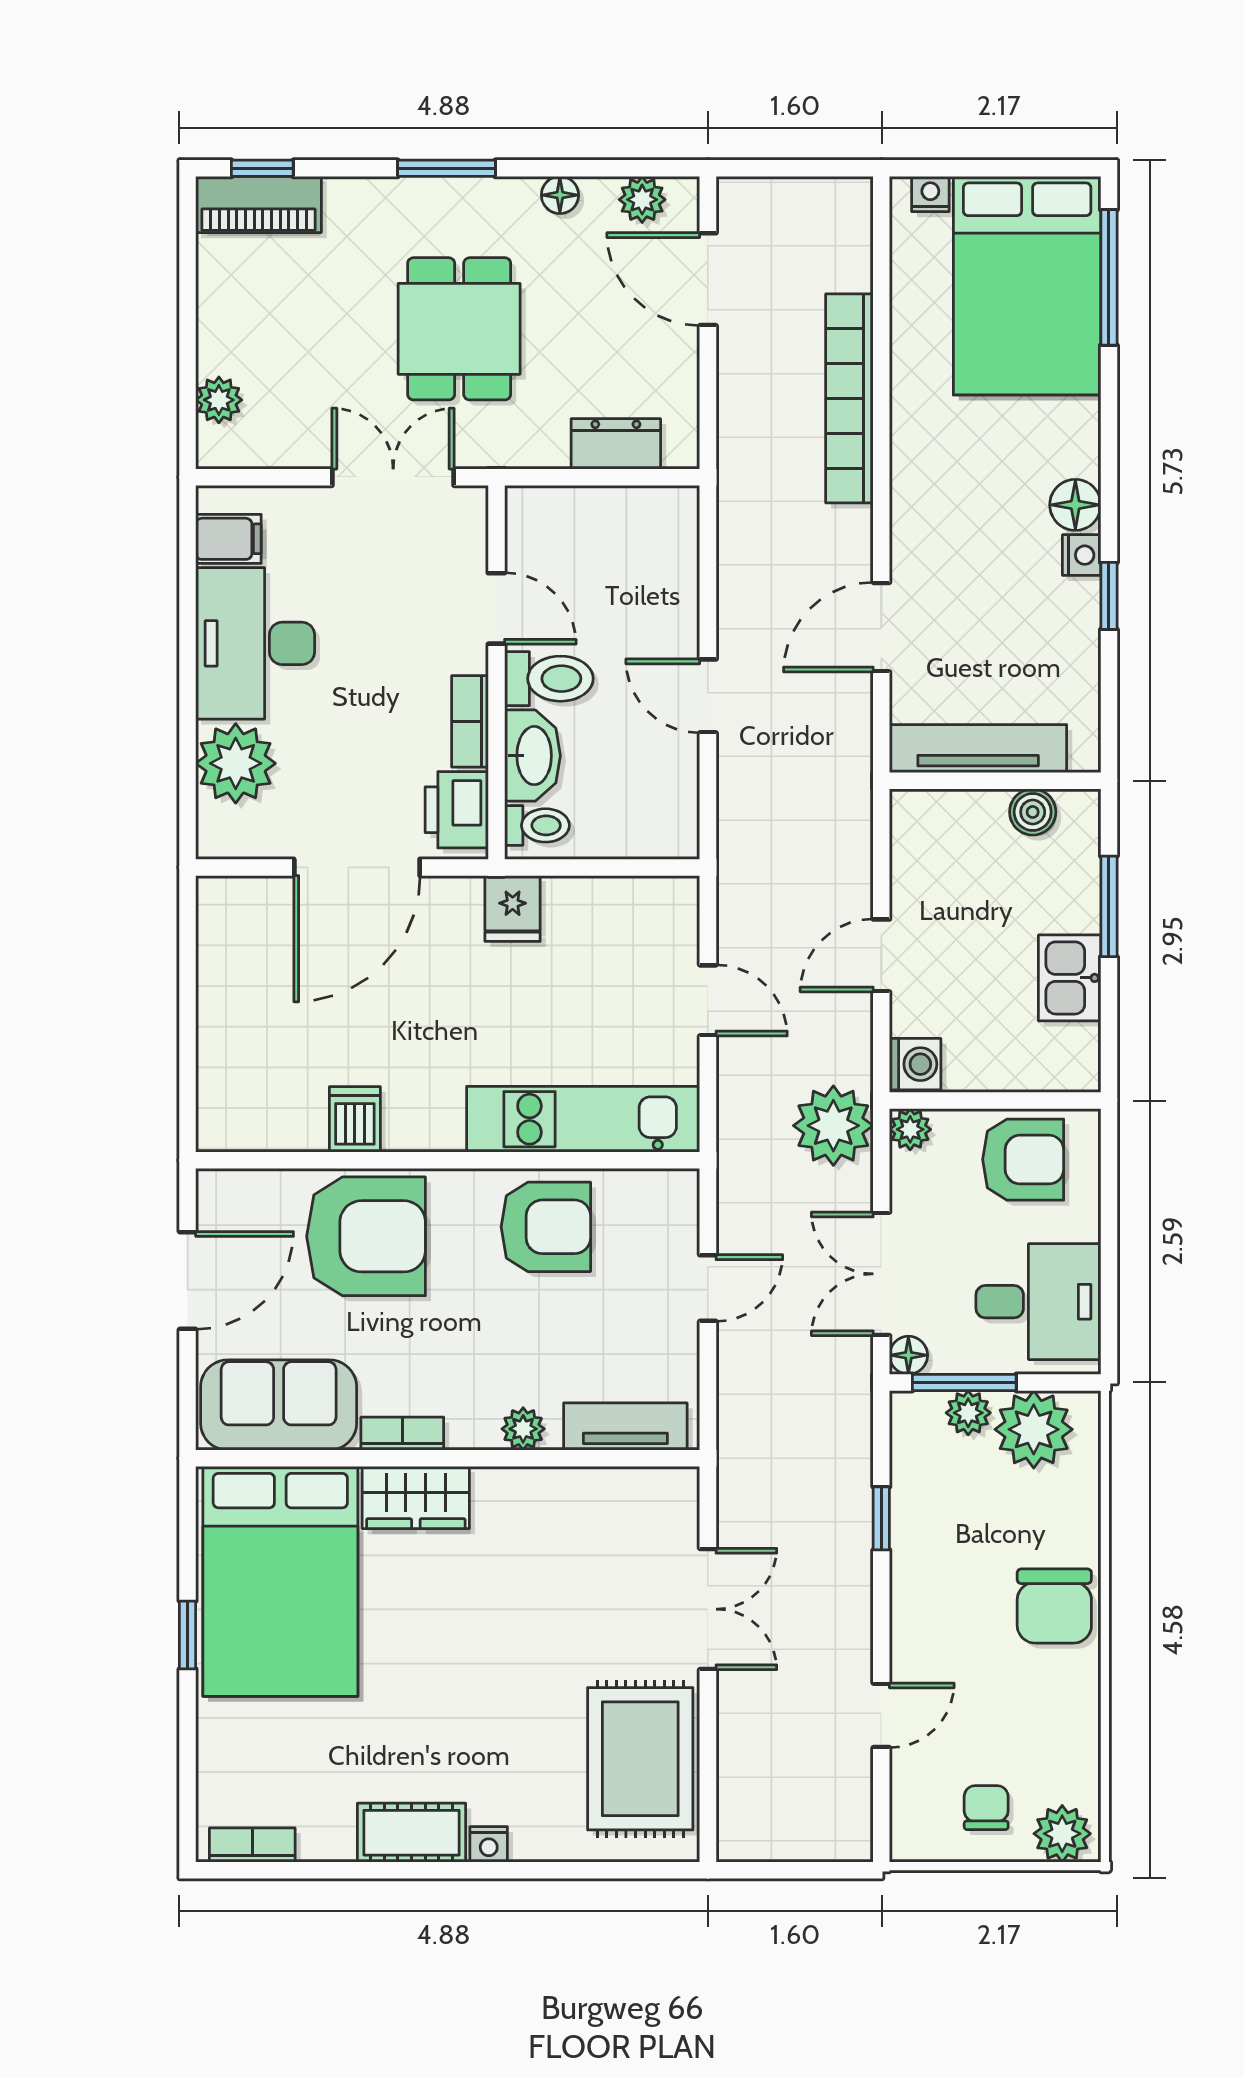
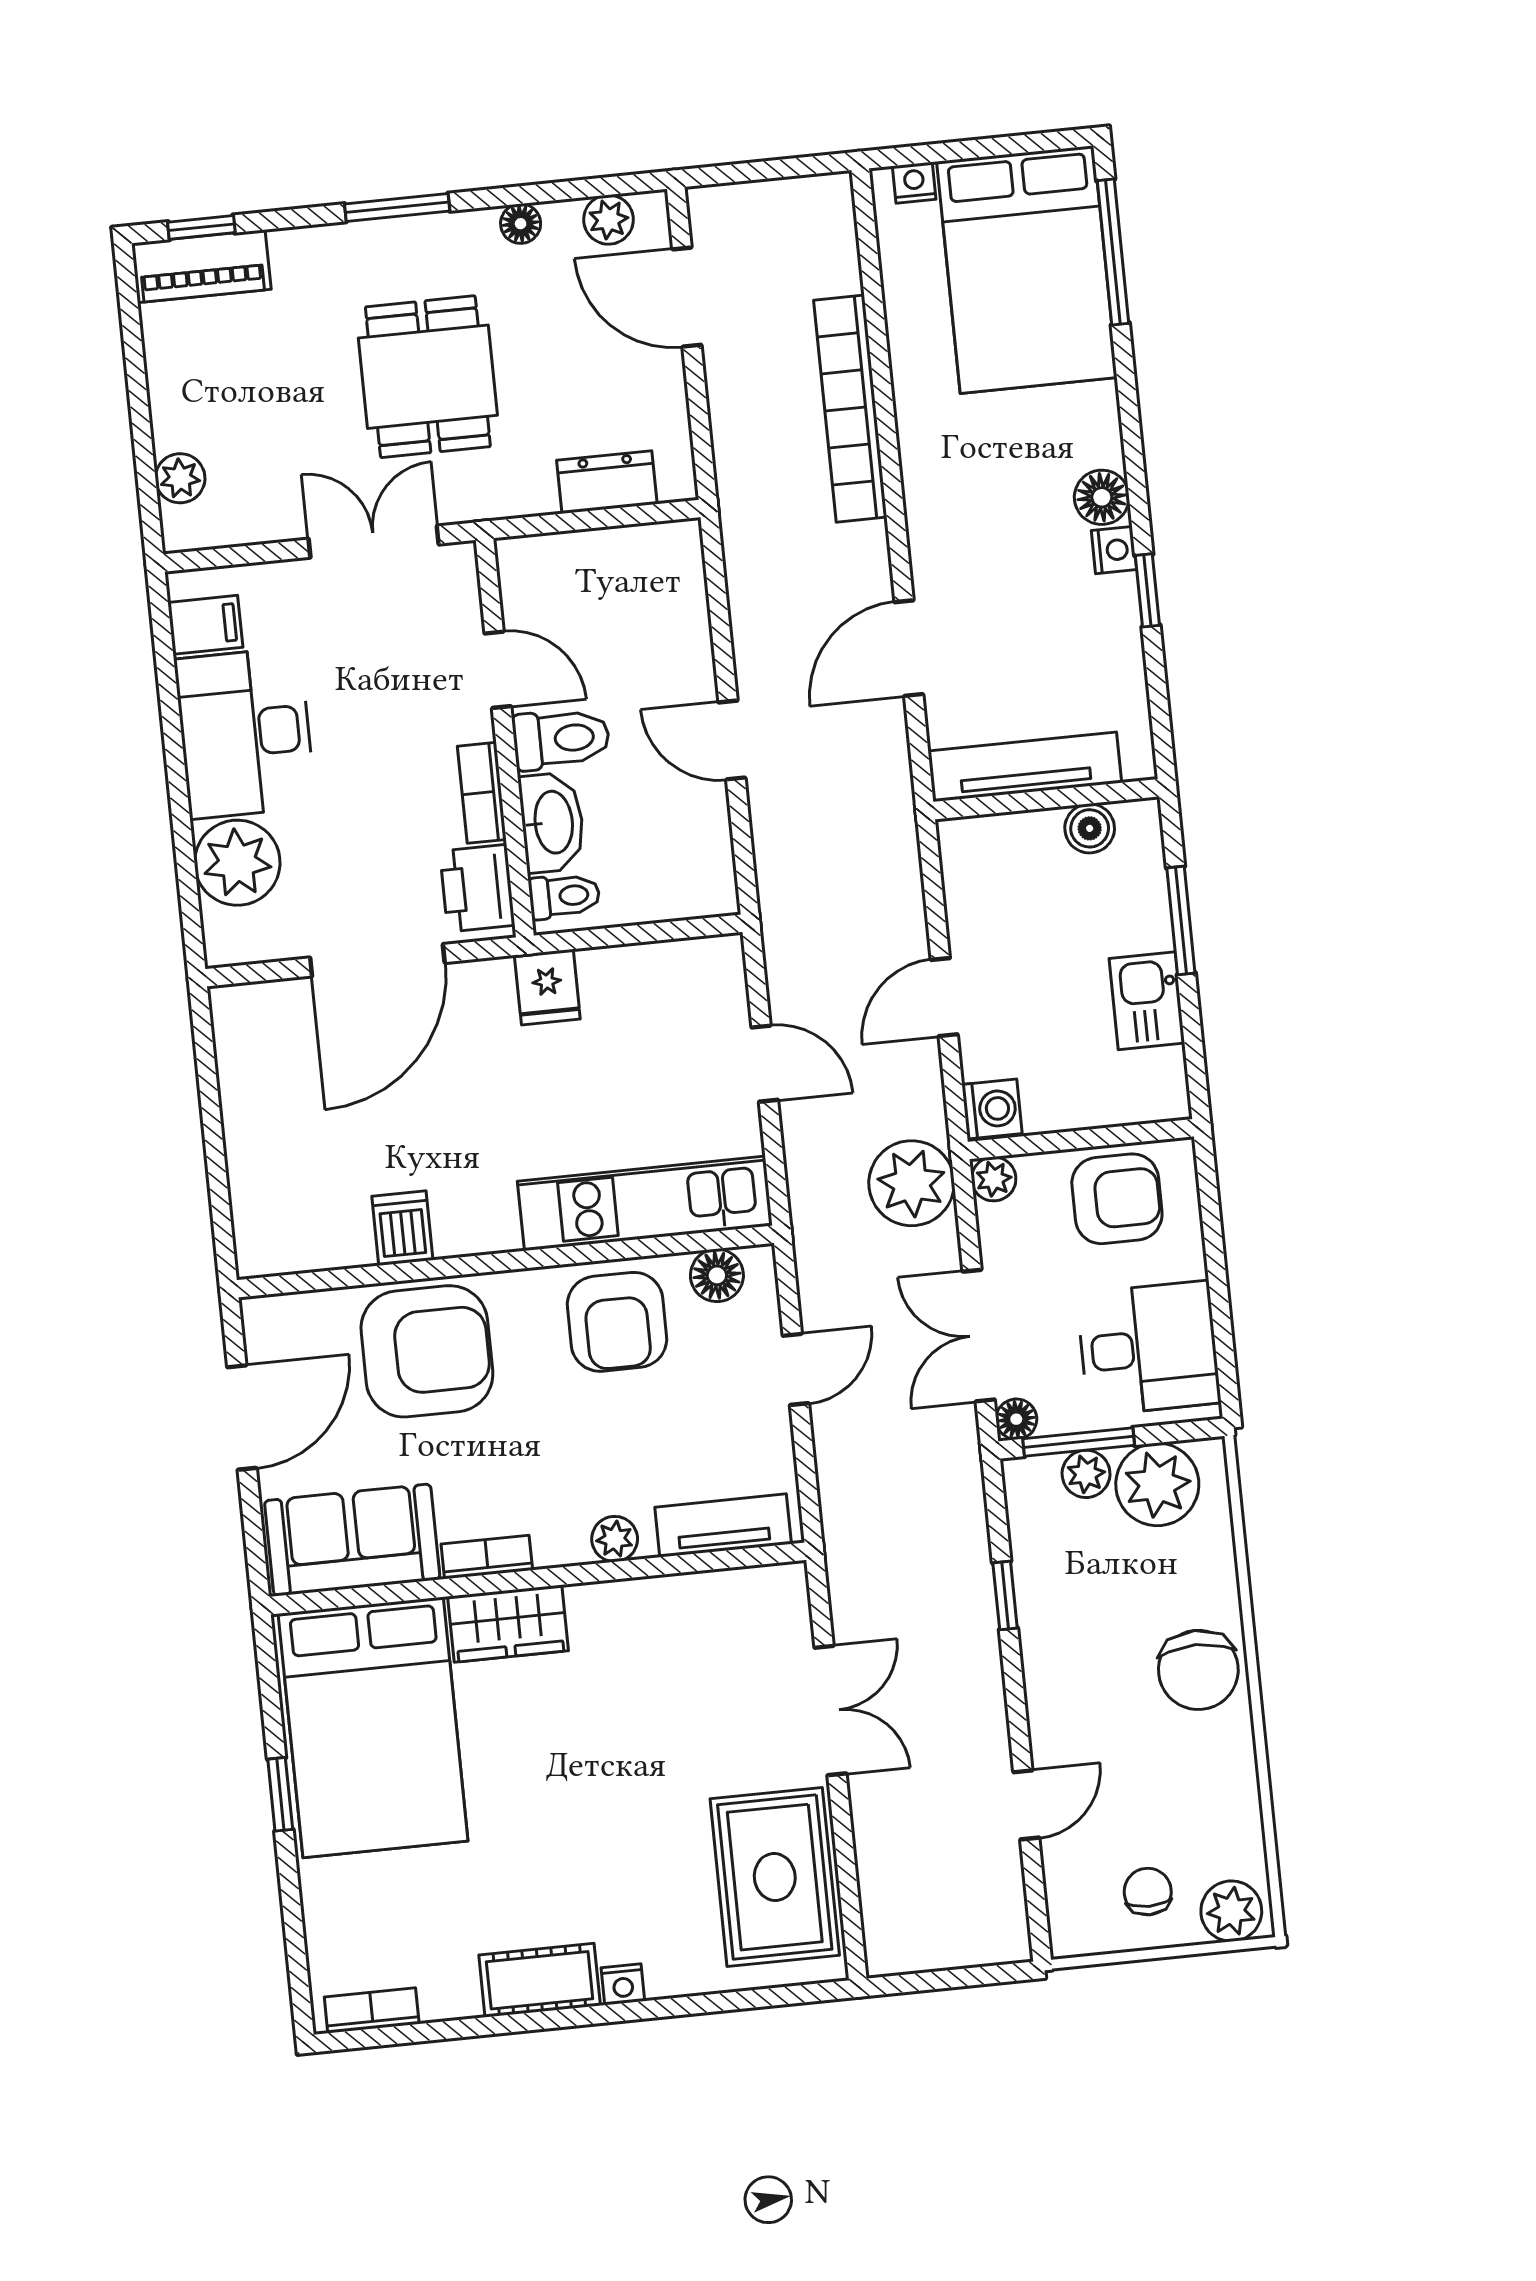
floor lamp: (643, 1193) -> (717, 1275), added
armchair: (546, 1227) -> (617, 1322), turned 90

